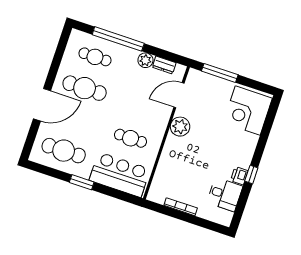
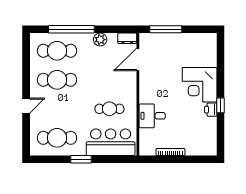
cafe table: (95, 57) -> (57, 51), width x1.37, depth x1.35
dresser: (164, 65) -> (127, 38), moved
door: (42, 105) -> (26, 106), width x0.53
corner desk: (248, 110) -> (200, 85), moved
plant: (180, 127) -> (148, 85), removed
desk: (225, 194) -> (152, 116), moved, turned 180

